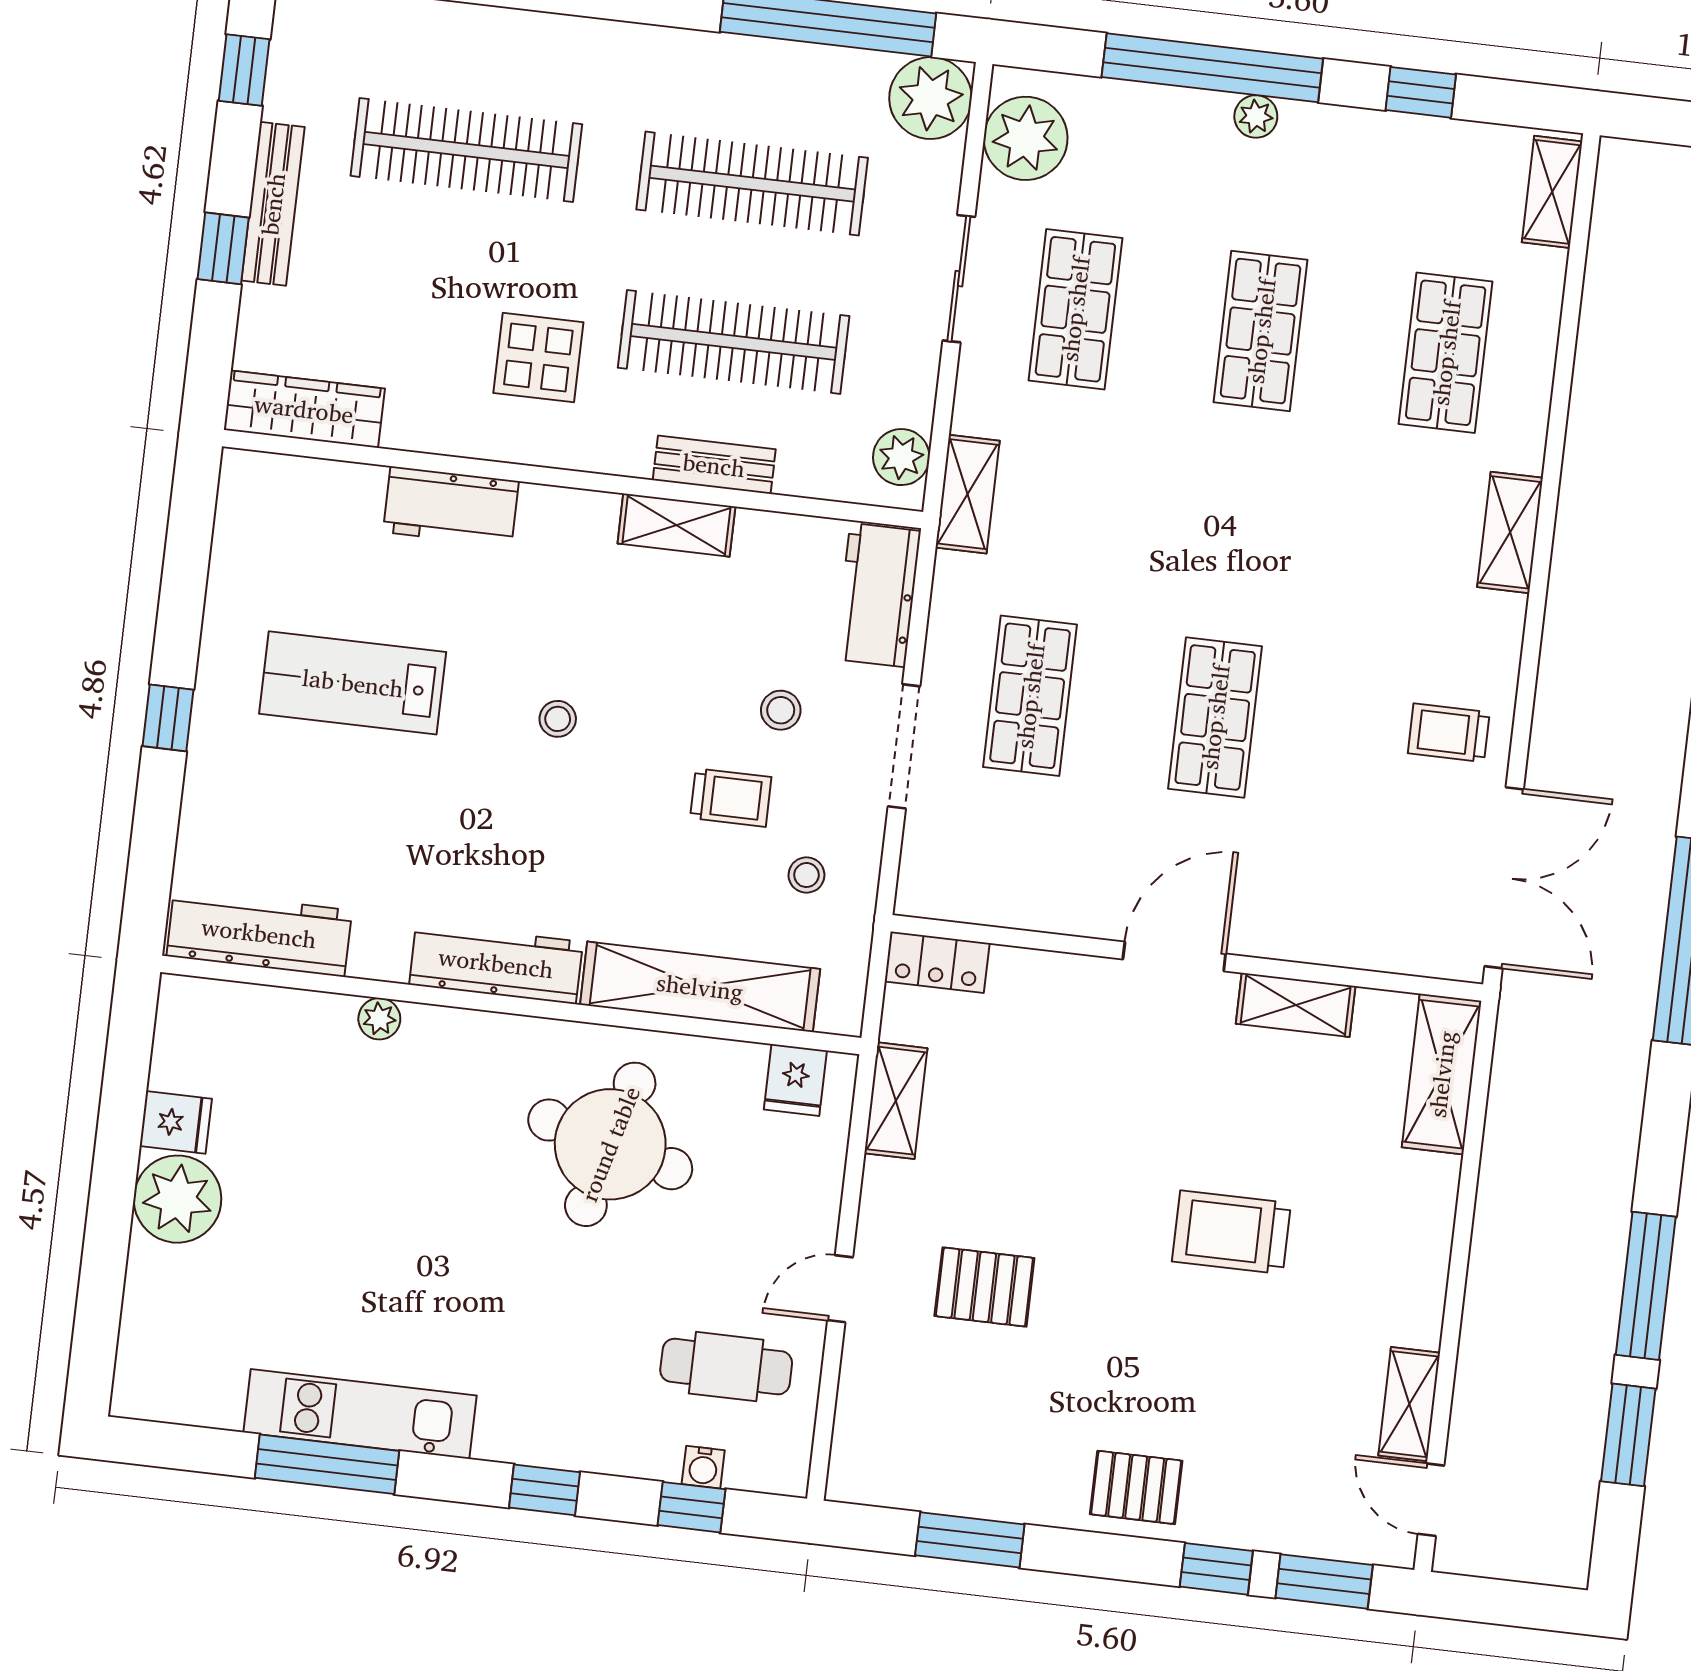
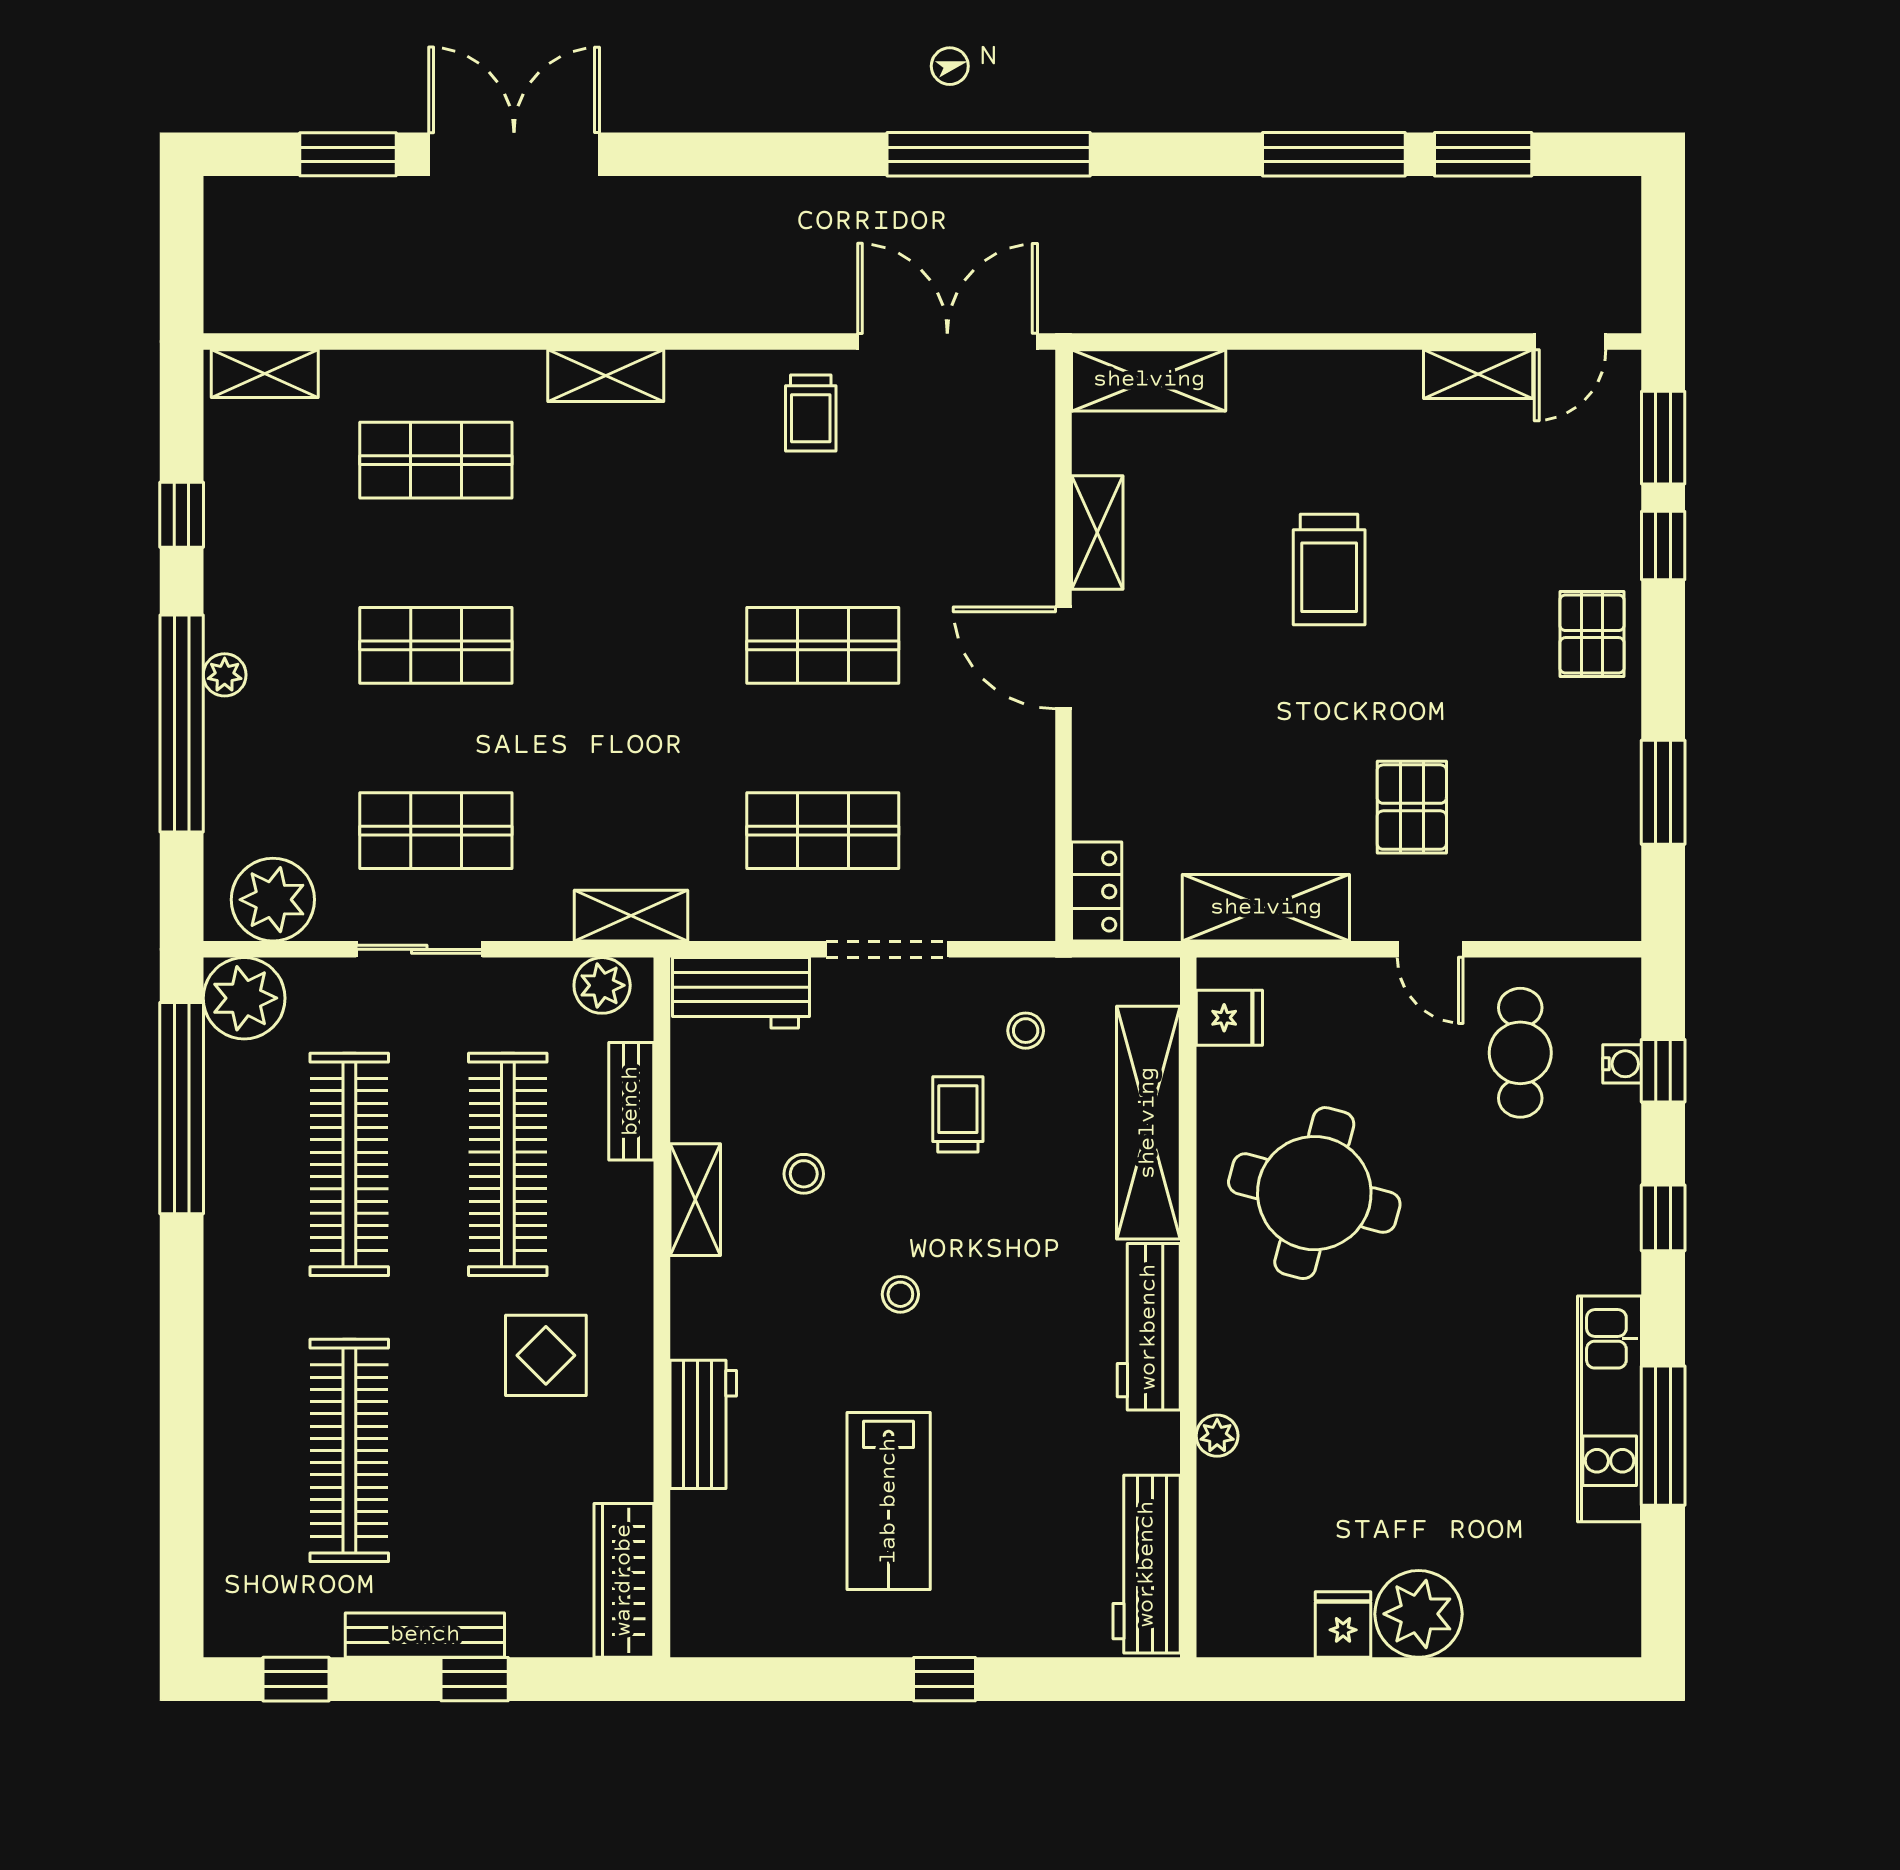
bench: (714, 465) -> (631, 1101), moved
stool: (781, 710) -> (804, 1174), moved
shelving: (896, 1101) -> (1266, 908), width x1.50, depth x1.33

